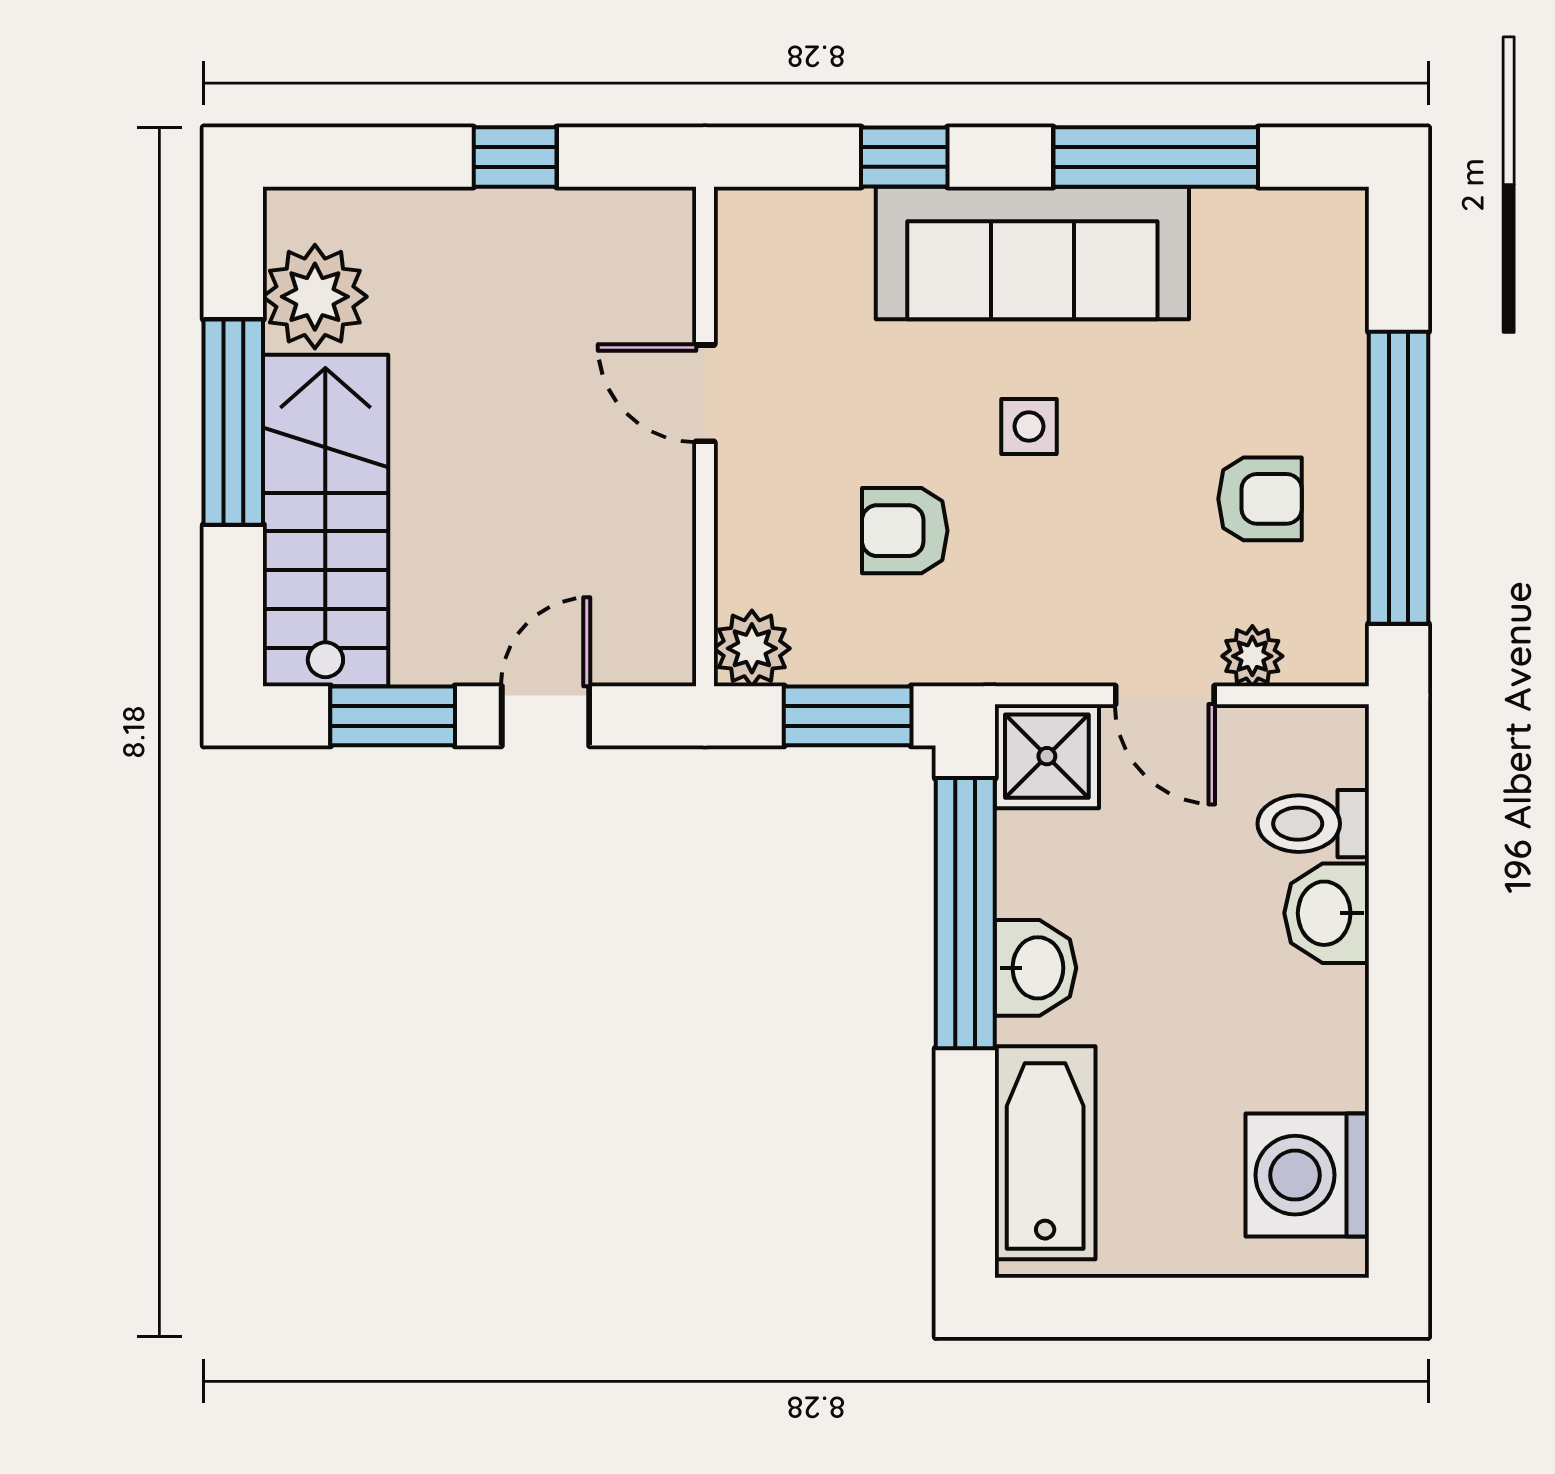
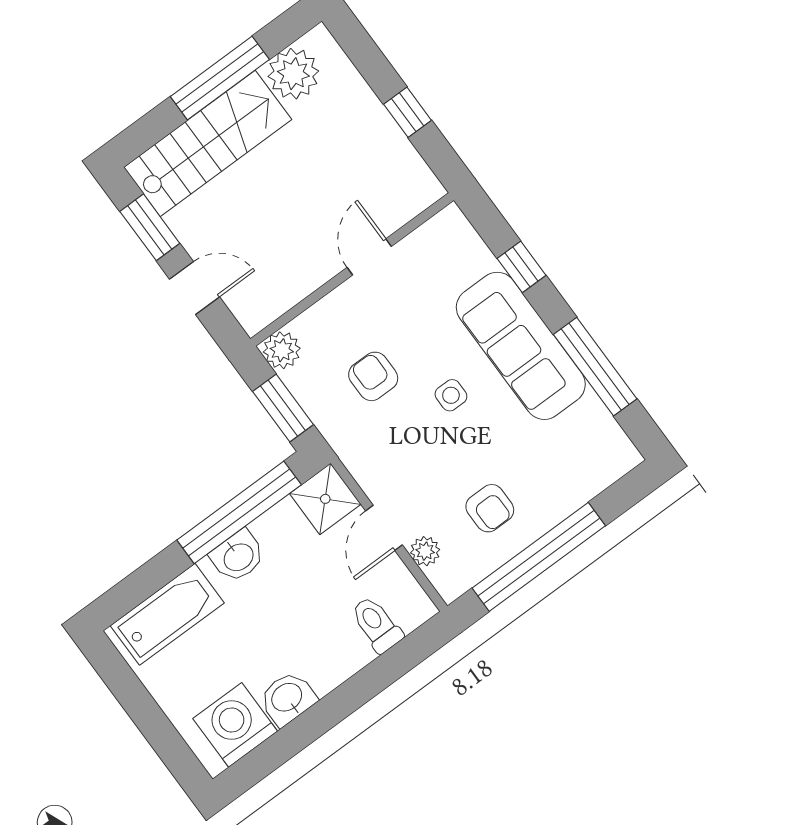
washbasin: (1327, 913) -> (287, 698), moved

